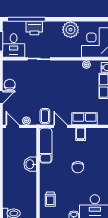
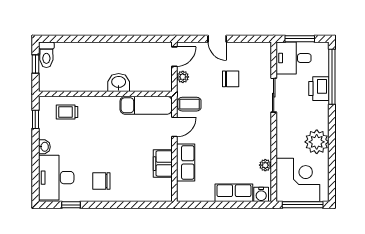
chair: (10, 85) -> (231, 79), moved
filing cabinet: (81, 134) -> (163, 164), width x2.00
chair: (78, 167) -> (101, 181), moved

